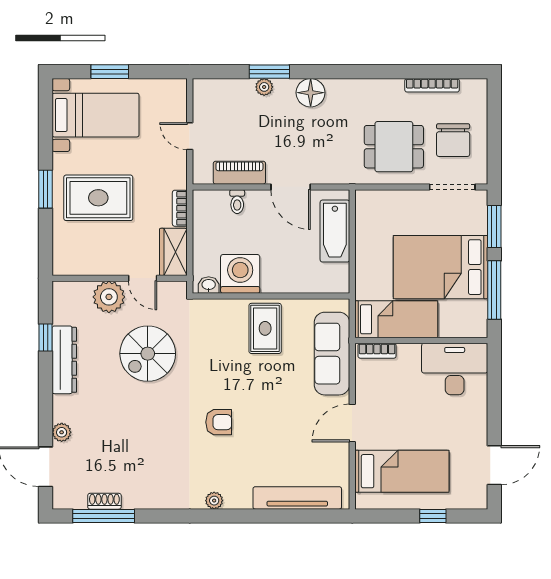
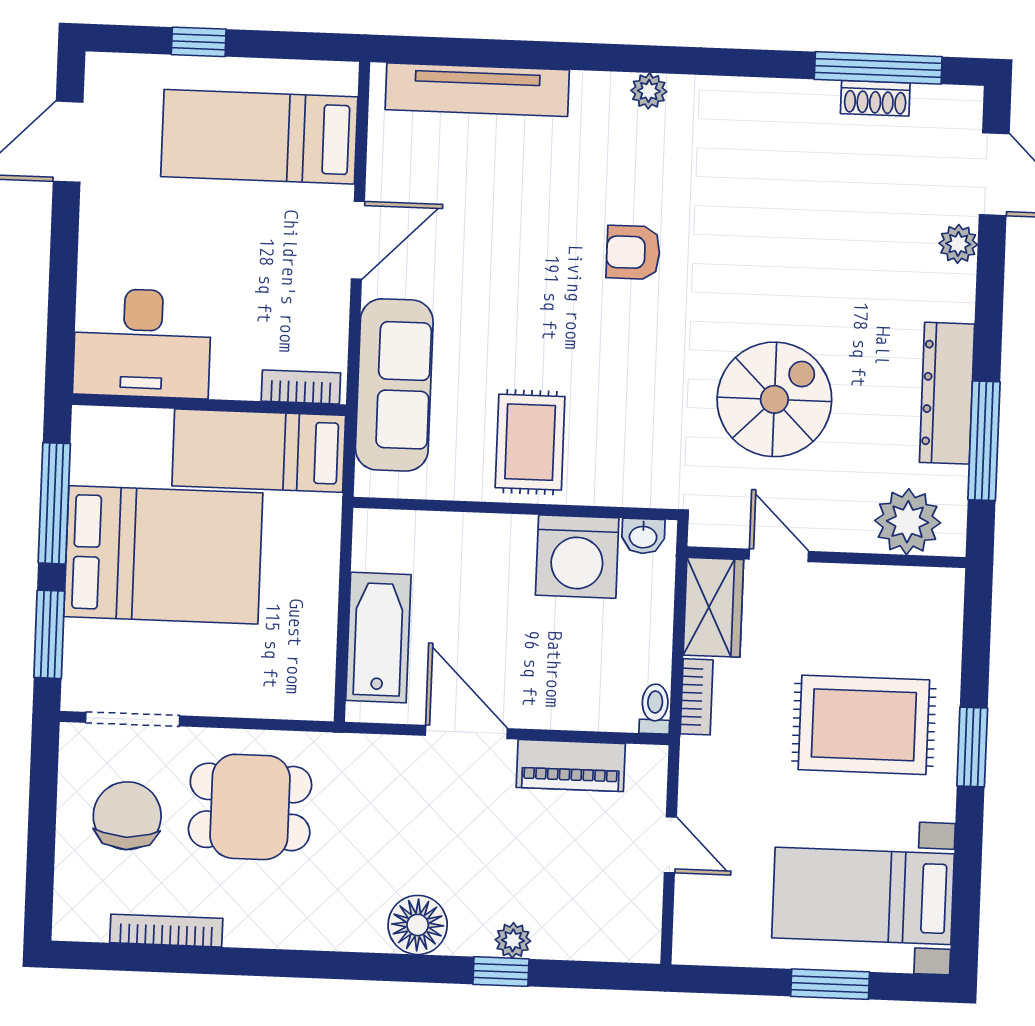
window: (269, 72) -> (501, 972), width x0.67
toilet: (237, 202) -> (655, 709), moved
plant: (109, 297) -> (908, 522), moved
window: (45, 338) -> (984, 441), width x2.17

